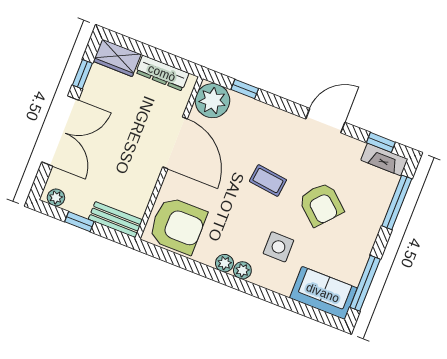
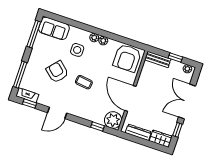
armchair: (178, 225) -> (127, 58), turned -90

